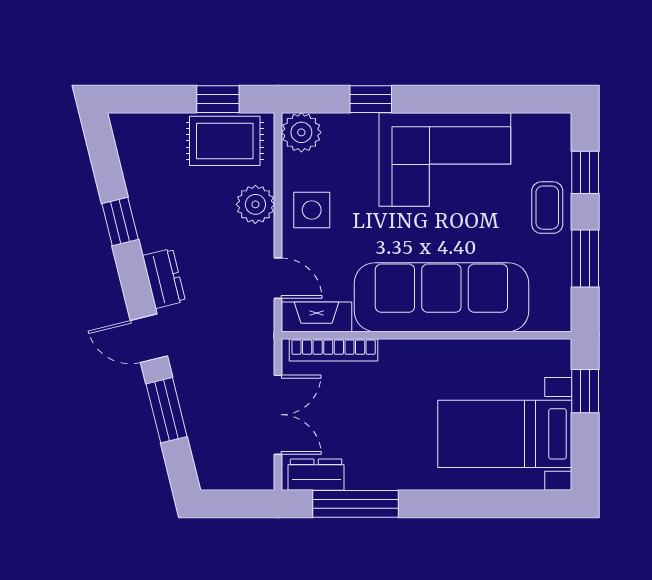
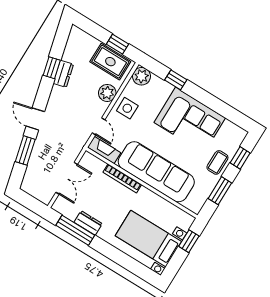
dresser: (164, 278) -> (63, 74), moved
bookcase: (334, 350) -> (122, 178), moved
dresser: (316, 475) -> (88, 223), moved

